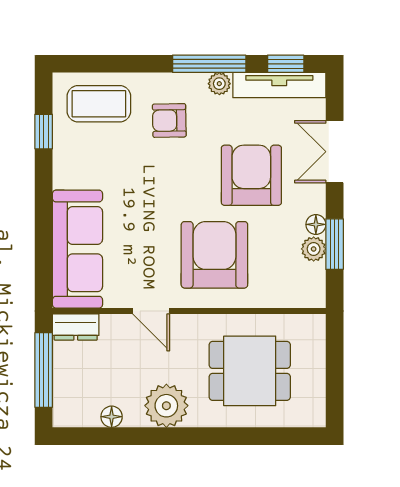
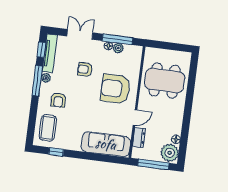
double door: (335, 152) -> (80, 34), swing flipped
armchair: (251, 175) -> (85, 70), width x0.53, depth x0.53
window: (335, 244) -> (117, 39), width x1.44
dresser: (76, 327) -> (139, 137), moved
dining table: (250, 371) -> (165, 81), width x1.38
plant: (166, 406) -> (170, 153), moved

